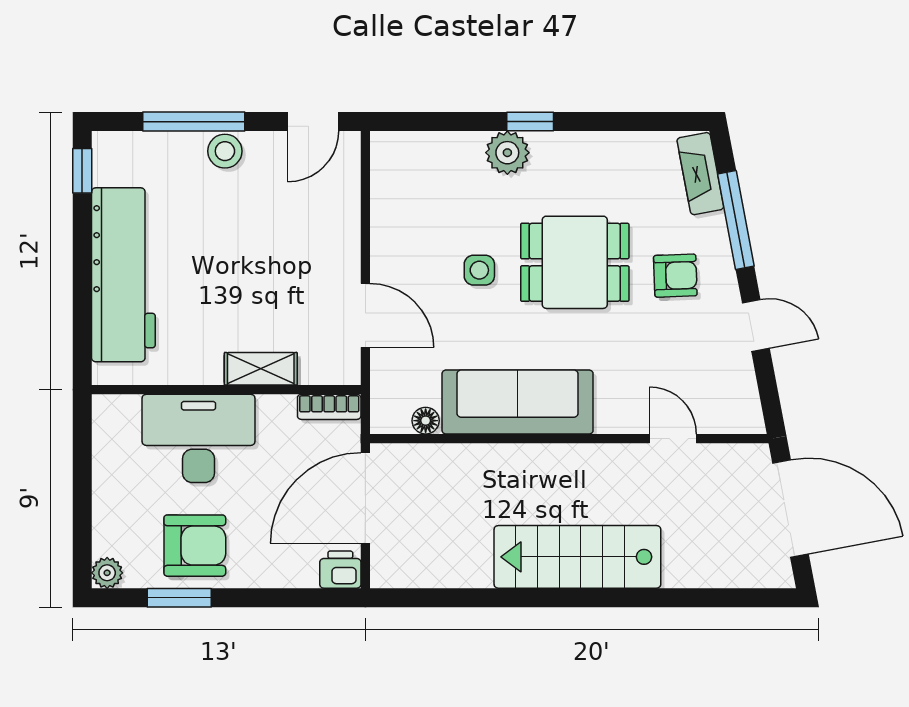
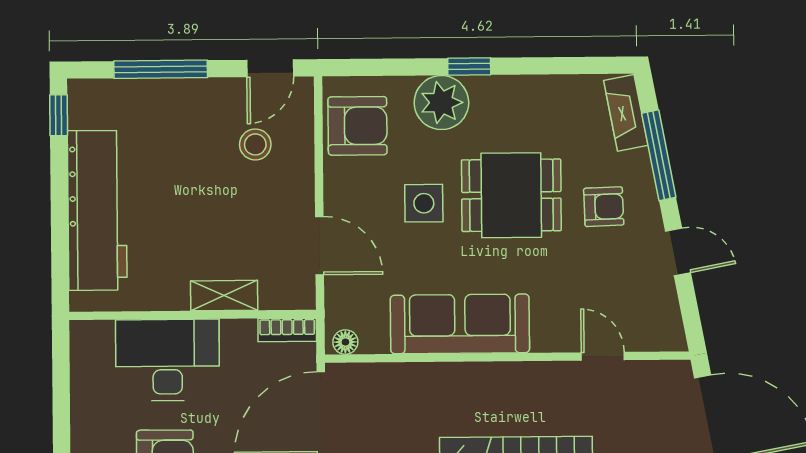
stool: (225, 151) -> (255, 144), moved
plant: (507, 153) -> (441, 103), width x1.36, depth x1.36
armchair: (408, 185) -> (357, 126), added
side table: (479, 270) -> (424, 203), width x1.37, depth x1.37
floor lamp: (426, 421) -> (345, 342), moved

